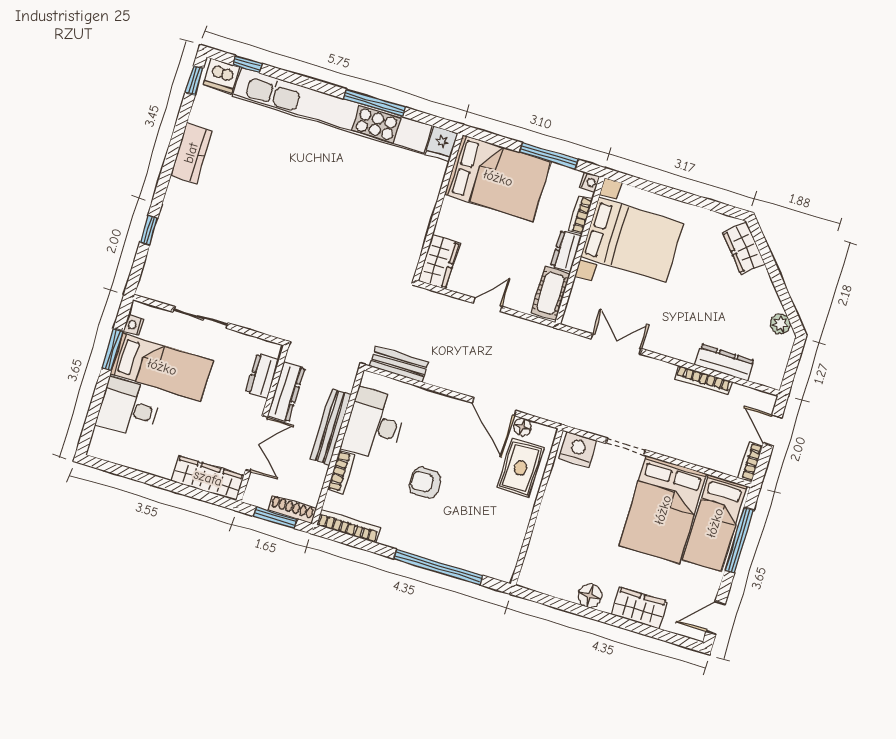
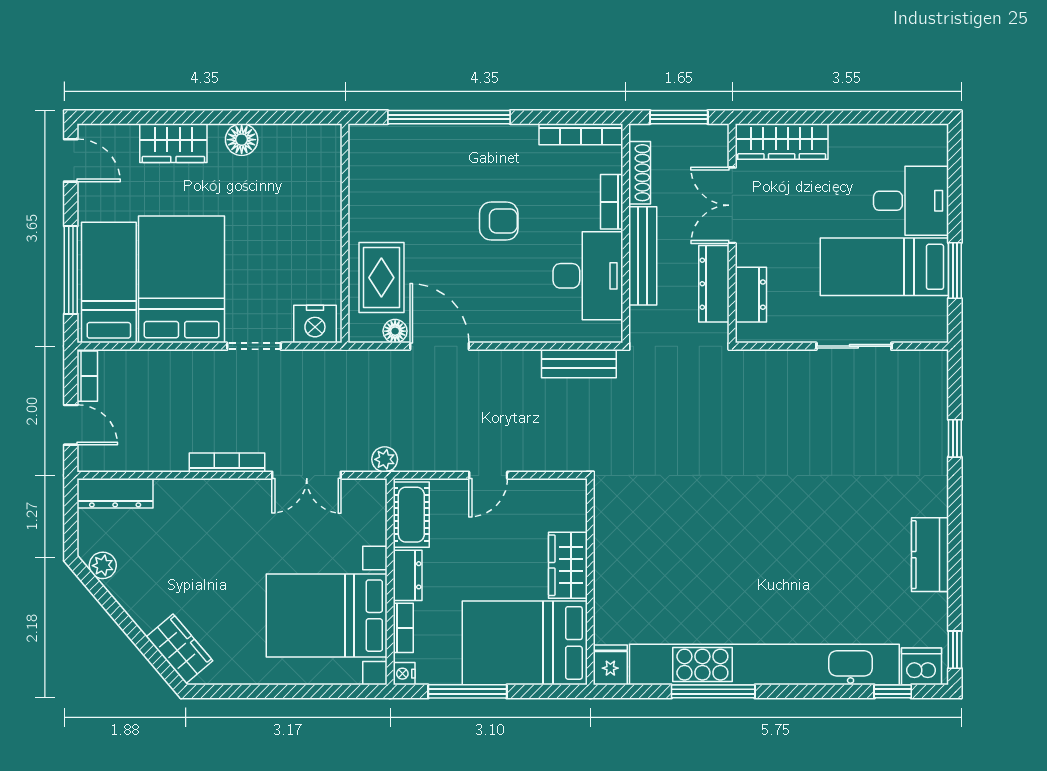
wardrobe: (439, 262) -> (568, 565), moved
nightstand: (133, 325) -> (937, 310), removed
plant: (557, 338) -> (385, 459), added
dresser: (725, 363) -> (115, 493), moved
bookcase: (703, 380) -> (227, 462), moved
shoe rack: (292, 509) -> (640, 173), moved, turned -90
door: (716, 618) -> (71, 160), hinge flipped

